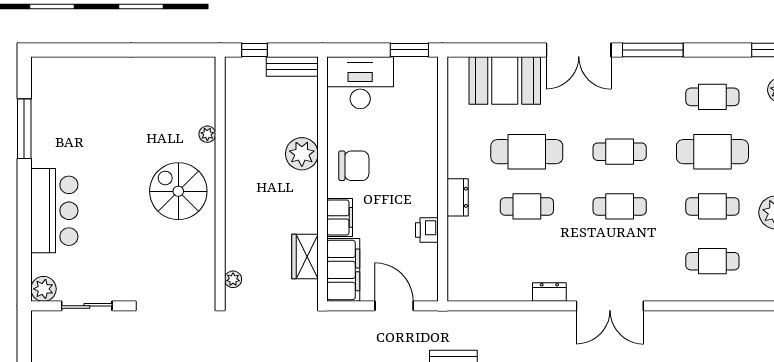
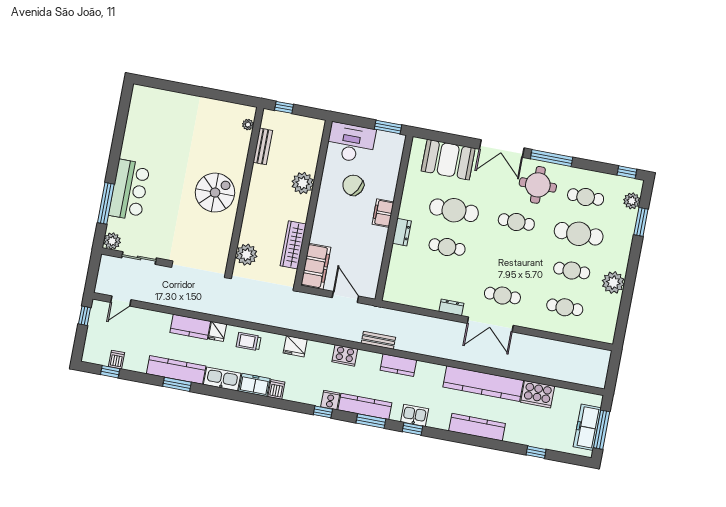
bench: (292, 66) -> (263, 146), moved, turned 90
round table: (641, 92) -> (538, 185), added
window: (24, 129) -> (106, 203), moved
plant: (207, 134) -> (248, 125), moved
chair: (354, 166) -> (353, 185), moved, turned -151
spiral stairs: (178, 191) -> (215, 193), turned 90
cafe table: (620, 206) -> (502, 296), moved
filing cabinet: (340, 217) -> (383, 213), moved, turned 180
printer: (427, 230) -> (377, 250), removed
wardrobe: (305, 257) -> (293, 245), width x1.50
plant: (233, 279) -> (246, 255), width x1.88, depth x1.88

